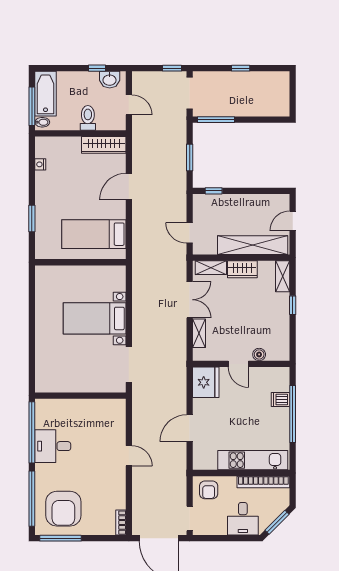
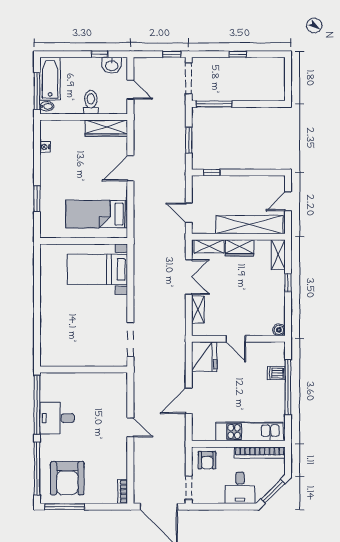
bed with nightstands: (95, 318) -> (97, 269), moved
boiler: (259, 354) -> (279, 330), moved

